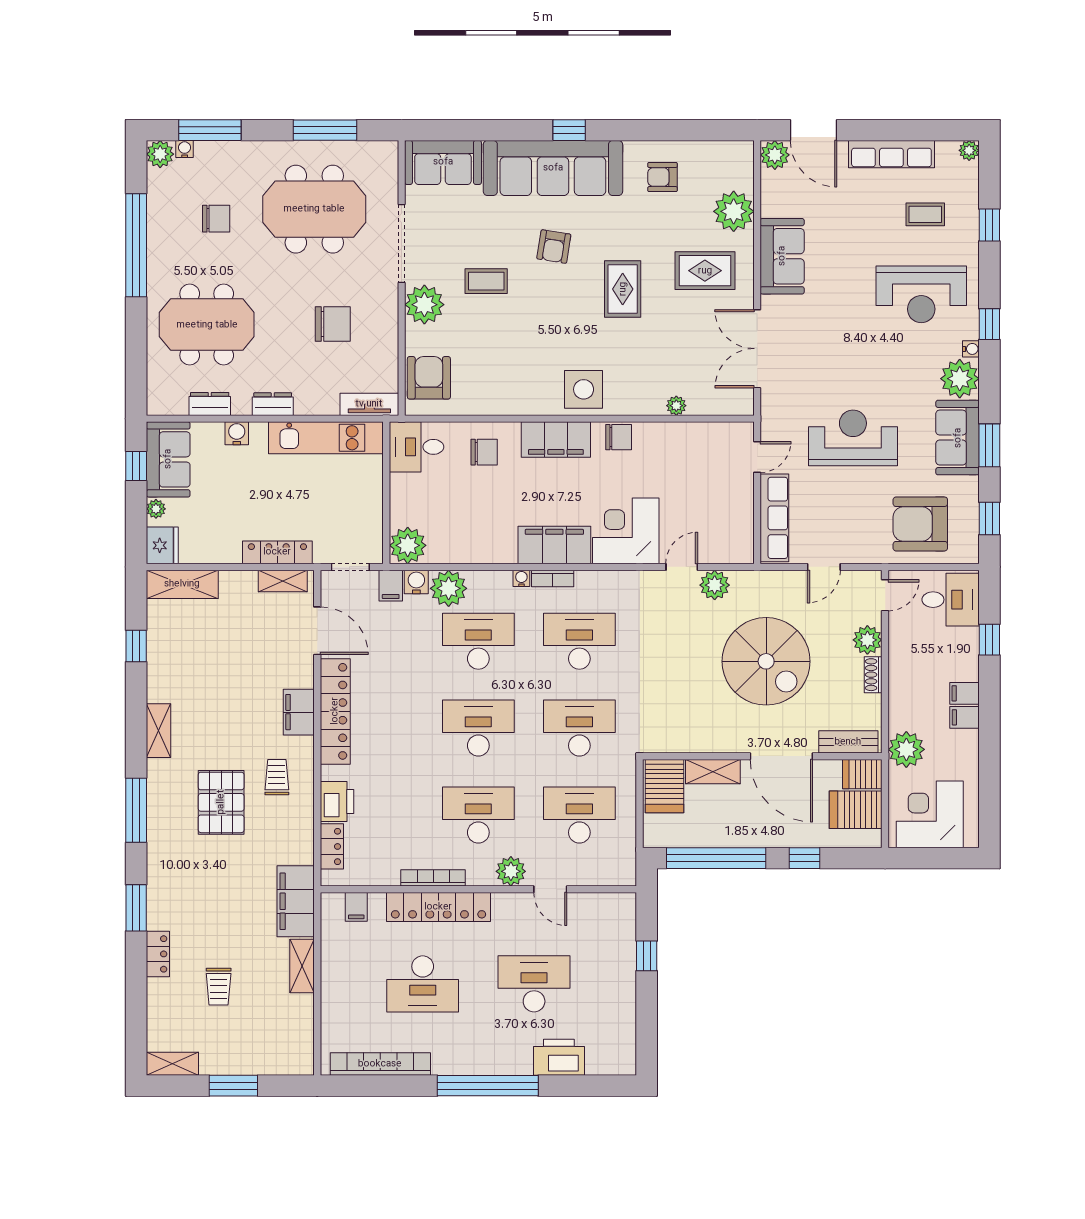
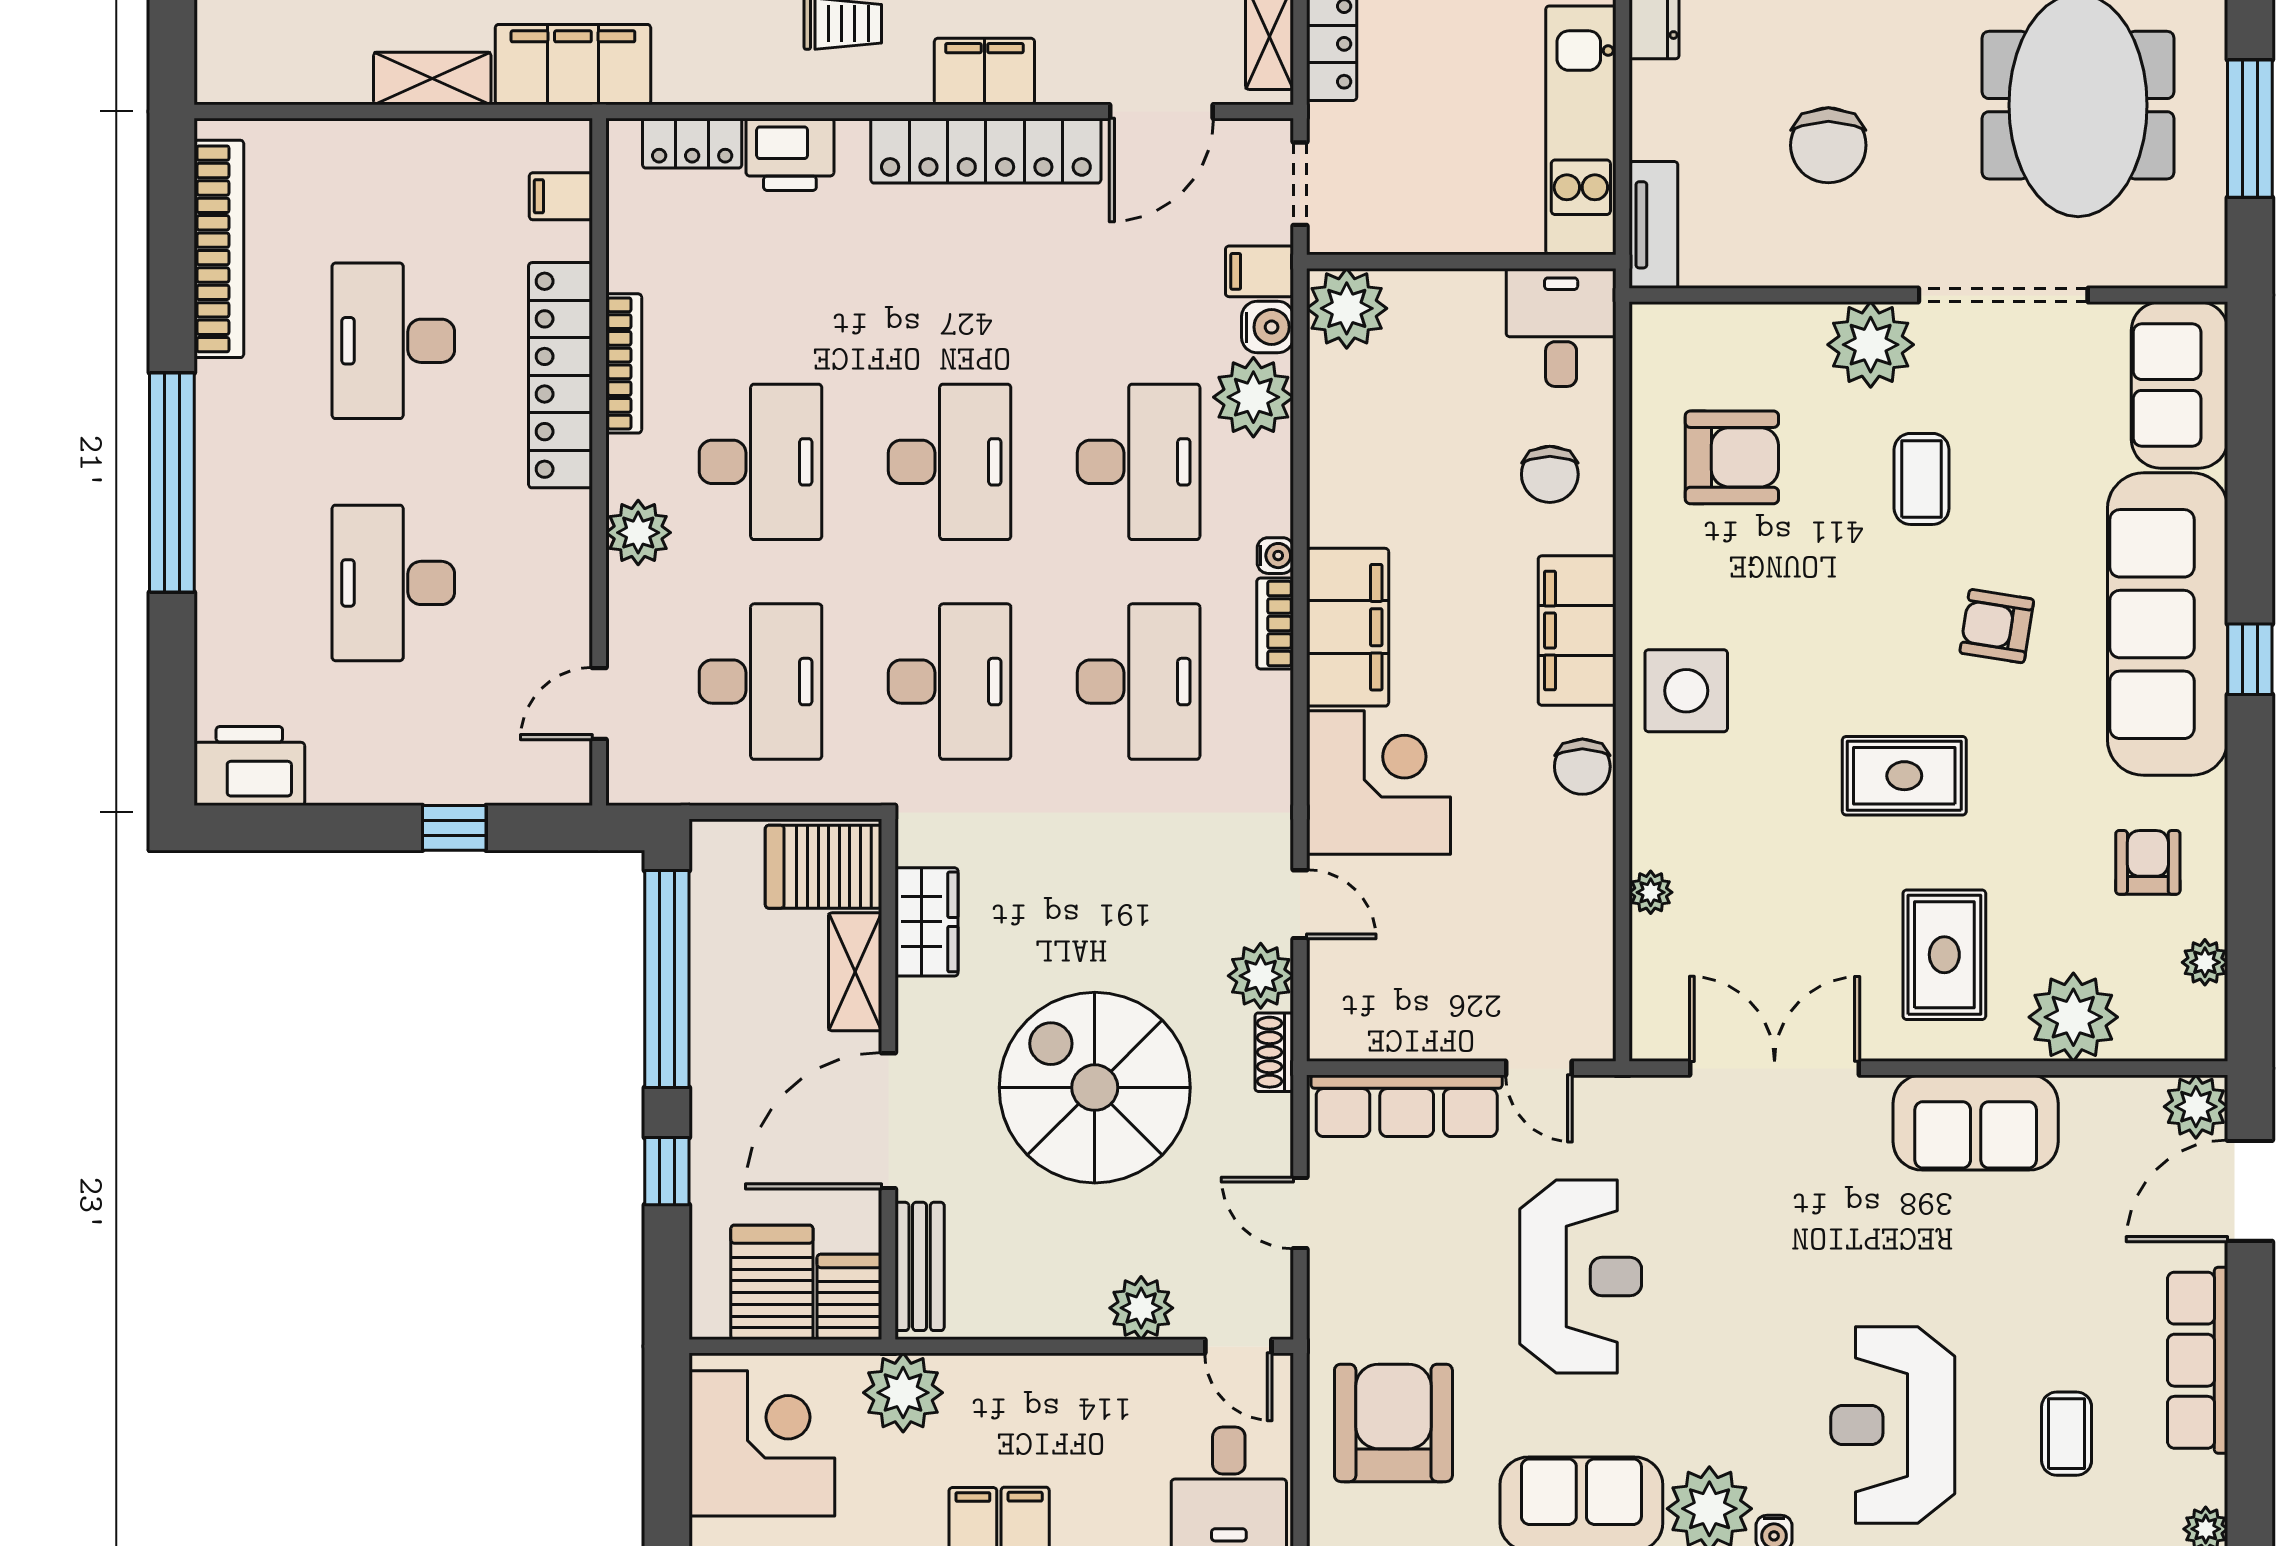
plant: (708, 151) -> (2205, 962), added
armchair: (429, 378) -> (1732, 457), moved
spiral stairs: (766, 661) -> (1095, 1088), turned 90
shoe rack: (873, 675) -> (1274, 1052), moved, turned -90
wardrobe: (690, 739) -> (926, 922), added
door: (550, 889) -> (599, 704), moved
desk: (534, 984) -> (393, 583), turned 180
printer: (559, 1057) -> (249, 766), moved, turned -90

